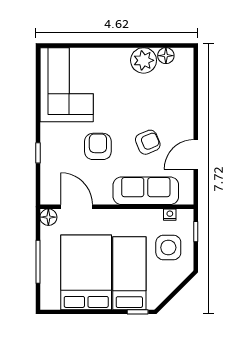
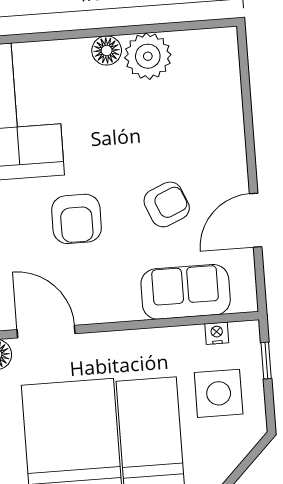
floor lamp: (166, 56) -> (107, 51), moved
armchair: (98, 146) -> (76, 219), turned 180
sofa: (146, 191) -> (186, 292), width x0.73

